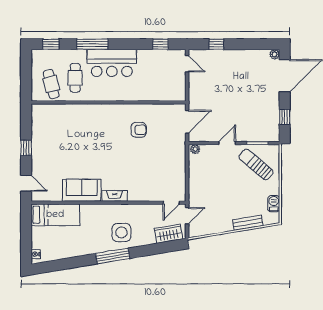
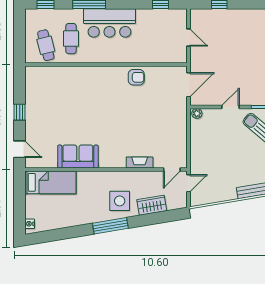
door: (187, 64) -> (189, 38), moved
armchair: (139, 130) -> (136, 77), moved
fireplace: (115, 196) -> (140, 163), moved
wardrobe: (168, 234) -> (152, 205), moved

